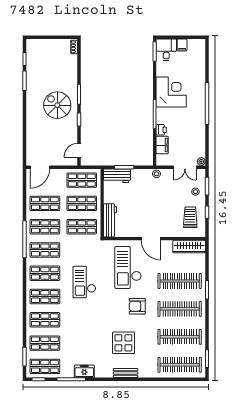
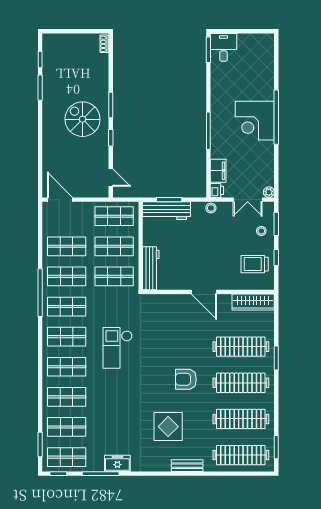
filing cabinet: (182, 45) -> (244, 41), removed
corner desk: (171, 92) -> (255, 121), moved, turned 180
printer: (161, 130) -> (217, 190), moved
door: (79, 150) -> (111, 178), swing flipped
door: (40, 167) -> (60, 200), swing flipped
workbench: (117, 176) -> (166, 211), width x1.38
trolley: (190, 217) -> (255, 264), turned -90
checkout: (128, 267) -> (174, 329), removed
bench: (126, 373) -> (187, 466), moved

